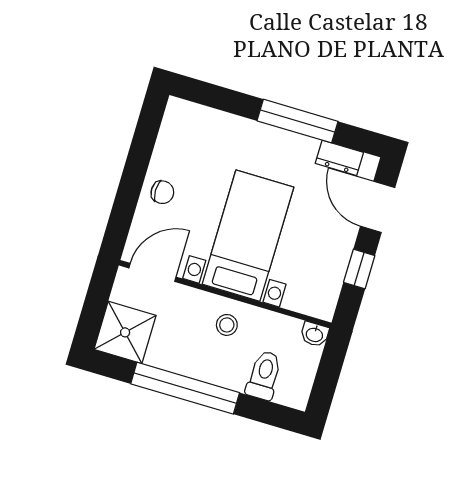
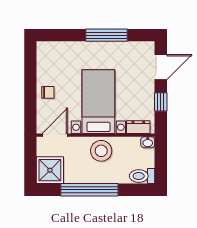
dresser: (339, 158) -> (138, 127), moved, turned 180
door: (378, 207) -> (161, 67), swing flipped
stool: (227, 325) -> (101, 151), width x1.89, depth x1.89
toilet: (264, 375) -> (142, 176), moved, turned -90

